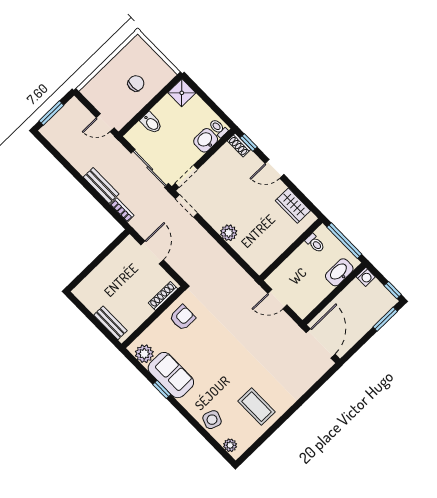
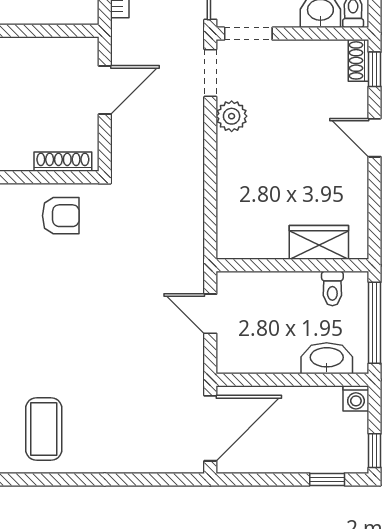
wardrobe: (293, 206) -> (319, 242), moved, turned 90
plant: (229, 233) -> (232, 116), moved
window: (385, 319) -> (327, 479), width x0.67

